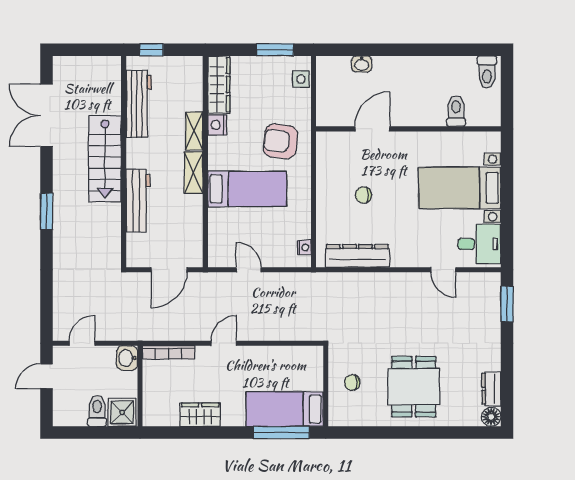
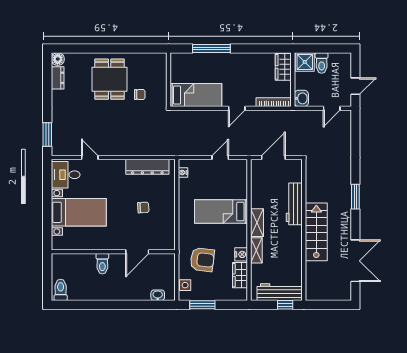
washbasin: (362, 64) -> (158, 295), moved
wardrobe: (219, 85) -> (240, 275), width x0.67
workbench: (139, 104) -> (280, 292), moved, turned 90
toilet: (456, 111) -> (102, 264), moved
armchair: (280, 141) -> (202, 260), moved
door: (248, 270) -> (220, 157), swing flipped
chair: (352, 382) -> (140, 94), moved
bed: (285, 409) -> (196, 95), moved
wardrobe: (200, 415) -> (283, 67), moved, turned 90
window: (281, 433) -> (211, 48), moved

